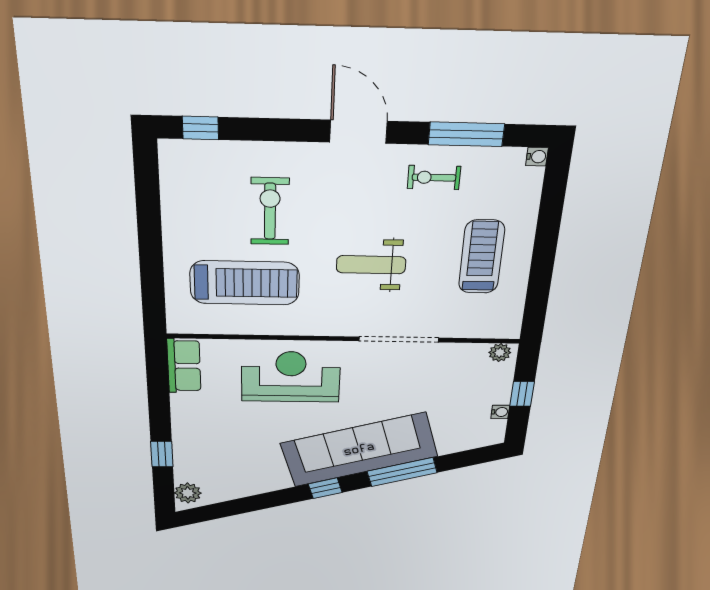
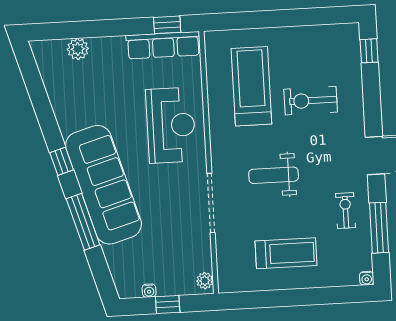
exercise bike: (270, 211) -> (311, 101), turned 180
weight bench: (371, 265) -> (274, 175), turned -90
treadmill: (245, 283) -> (251, 86), turned 180
row of seats: (184, 366) -> (163, 45), width x1.48
window: (162, 454) -> (167, 25), moved
plant: (188, 493) -> (78, 49), moved

